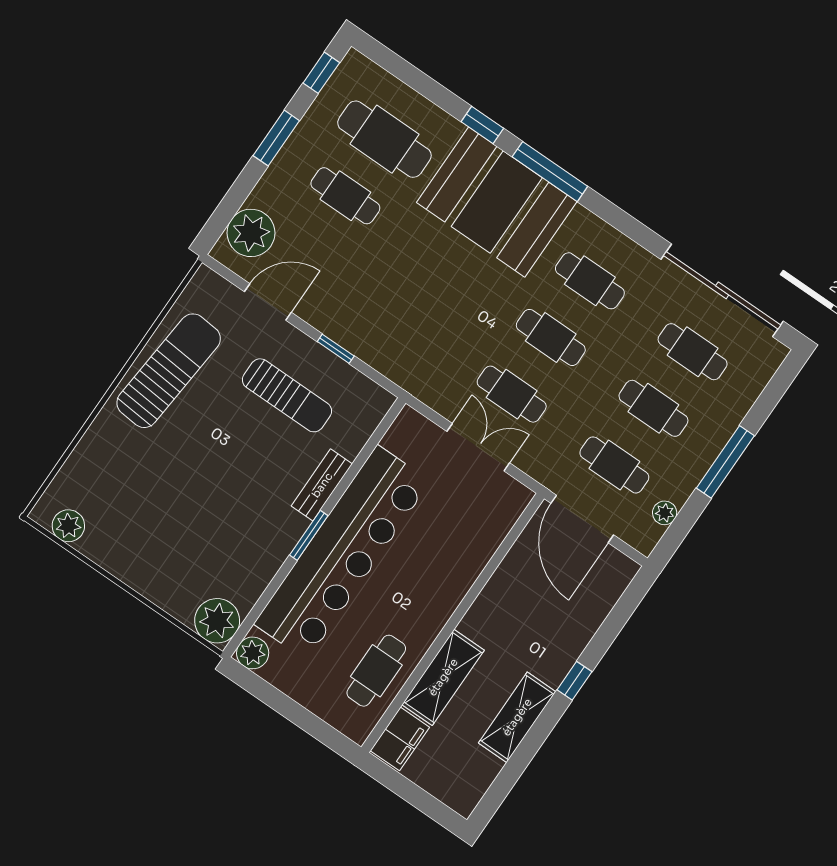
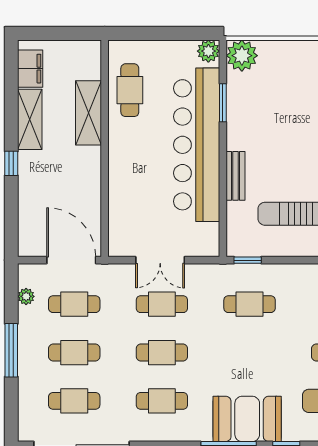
booth: (497, 202) -> (247, 419), width x0.73, depth x0.70
cafe table: (409, 323) -> (250, 304), added
window: (336, 349) -> (248, 260), moved
window: (309, 535) -> (223, 103), moved
filing cabinet: (400, 739) -> (30, 69), moved, turned 180

